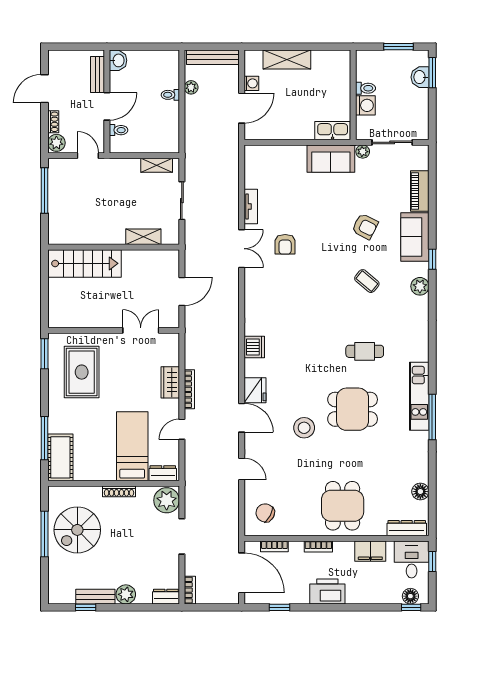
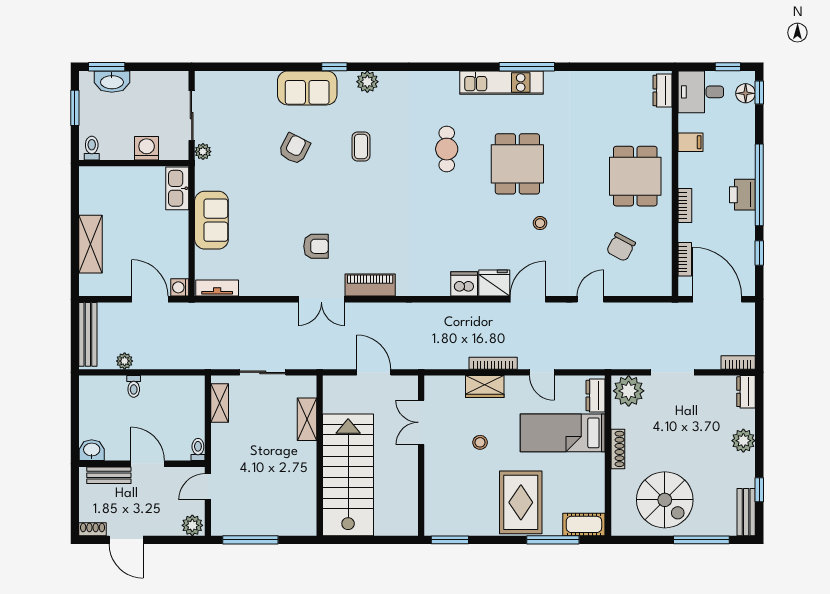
washbasin: (420, 77) -> (112, 82), width x1.38
washing machine: (251, 83) -> (180, 287), moved, turned -90
toilet: (365, 88) -> (92, 148), moved
shoe rack: (53, 122) -> (93, 529), moved
toilet: (119, 130) -> (198, 449), moved
sofa: (331, 159) -> (211, 220), moved
piano: (420, 191) -> (370, 285), moved, turned 180
tv unit: (251, 207) -> (217, 288), moved
double door: (242, 249) -> (321, 299), swing flipped
stairs: (84, 263) -> (348, 475), width x1.36, depth x1.51
coffee table: (367, 281) -> (361, 146), turned -40
dishwasher: (254, 347) -> (464, 284), moved
rug: (82, 372) -> (521, 502), moved, turned 90
stool: (124, 379) -> (480, 442), added
stool: (304, 428) -> (540, 223), width x0.53, depth x0.53
cot: (60, 457) -> (584, 524), width x0.73, depth x0.75
floor lamp: (420, 492) -> (618, 81), removed
dining table: (343, 506) -> (635, 176), turned 90
chair: (265, 513) -> (621, 247), moved
dresser: (407, 528) -> (663, 90), width x0.70
window: (44, 534) -> (701, 540), moved
filing cabinet: (370, 551) -> (690, 142), width x0.50
window: (432, 561) -> (728, 67), moved
door: (242, 573) -> (717, 299), hinge flipped
printer: (327, 592) -> (742, 195), width x0.73, depth x0.84
bench: (95, 597) -> (746, 512), moved
window: (335, 607) -> (759, 185), added

